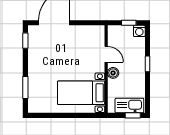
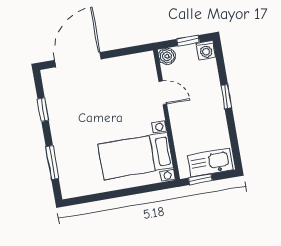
window: (25, 41) -> (43, 110), moved
boiler: (113, 73) -> (167, 56), moved
window: (133, 115) -> (200, 179), moved

